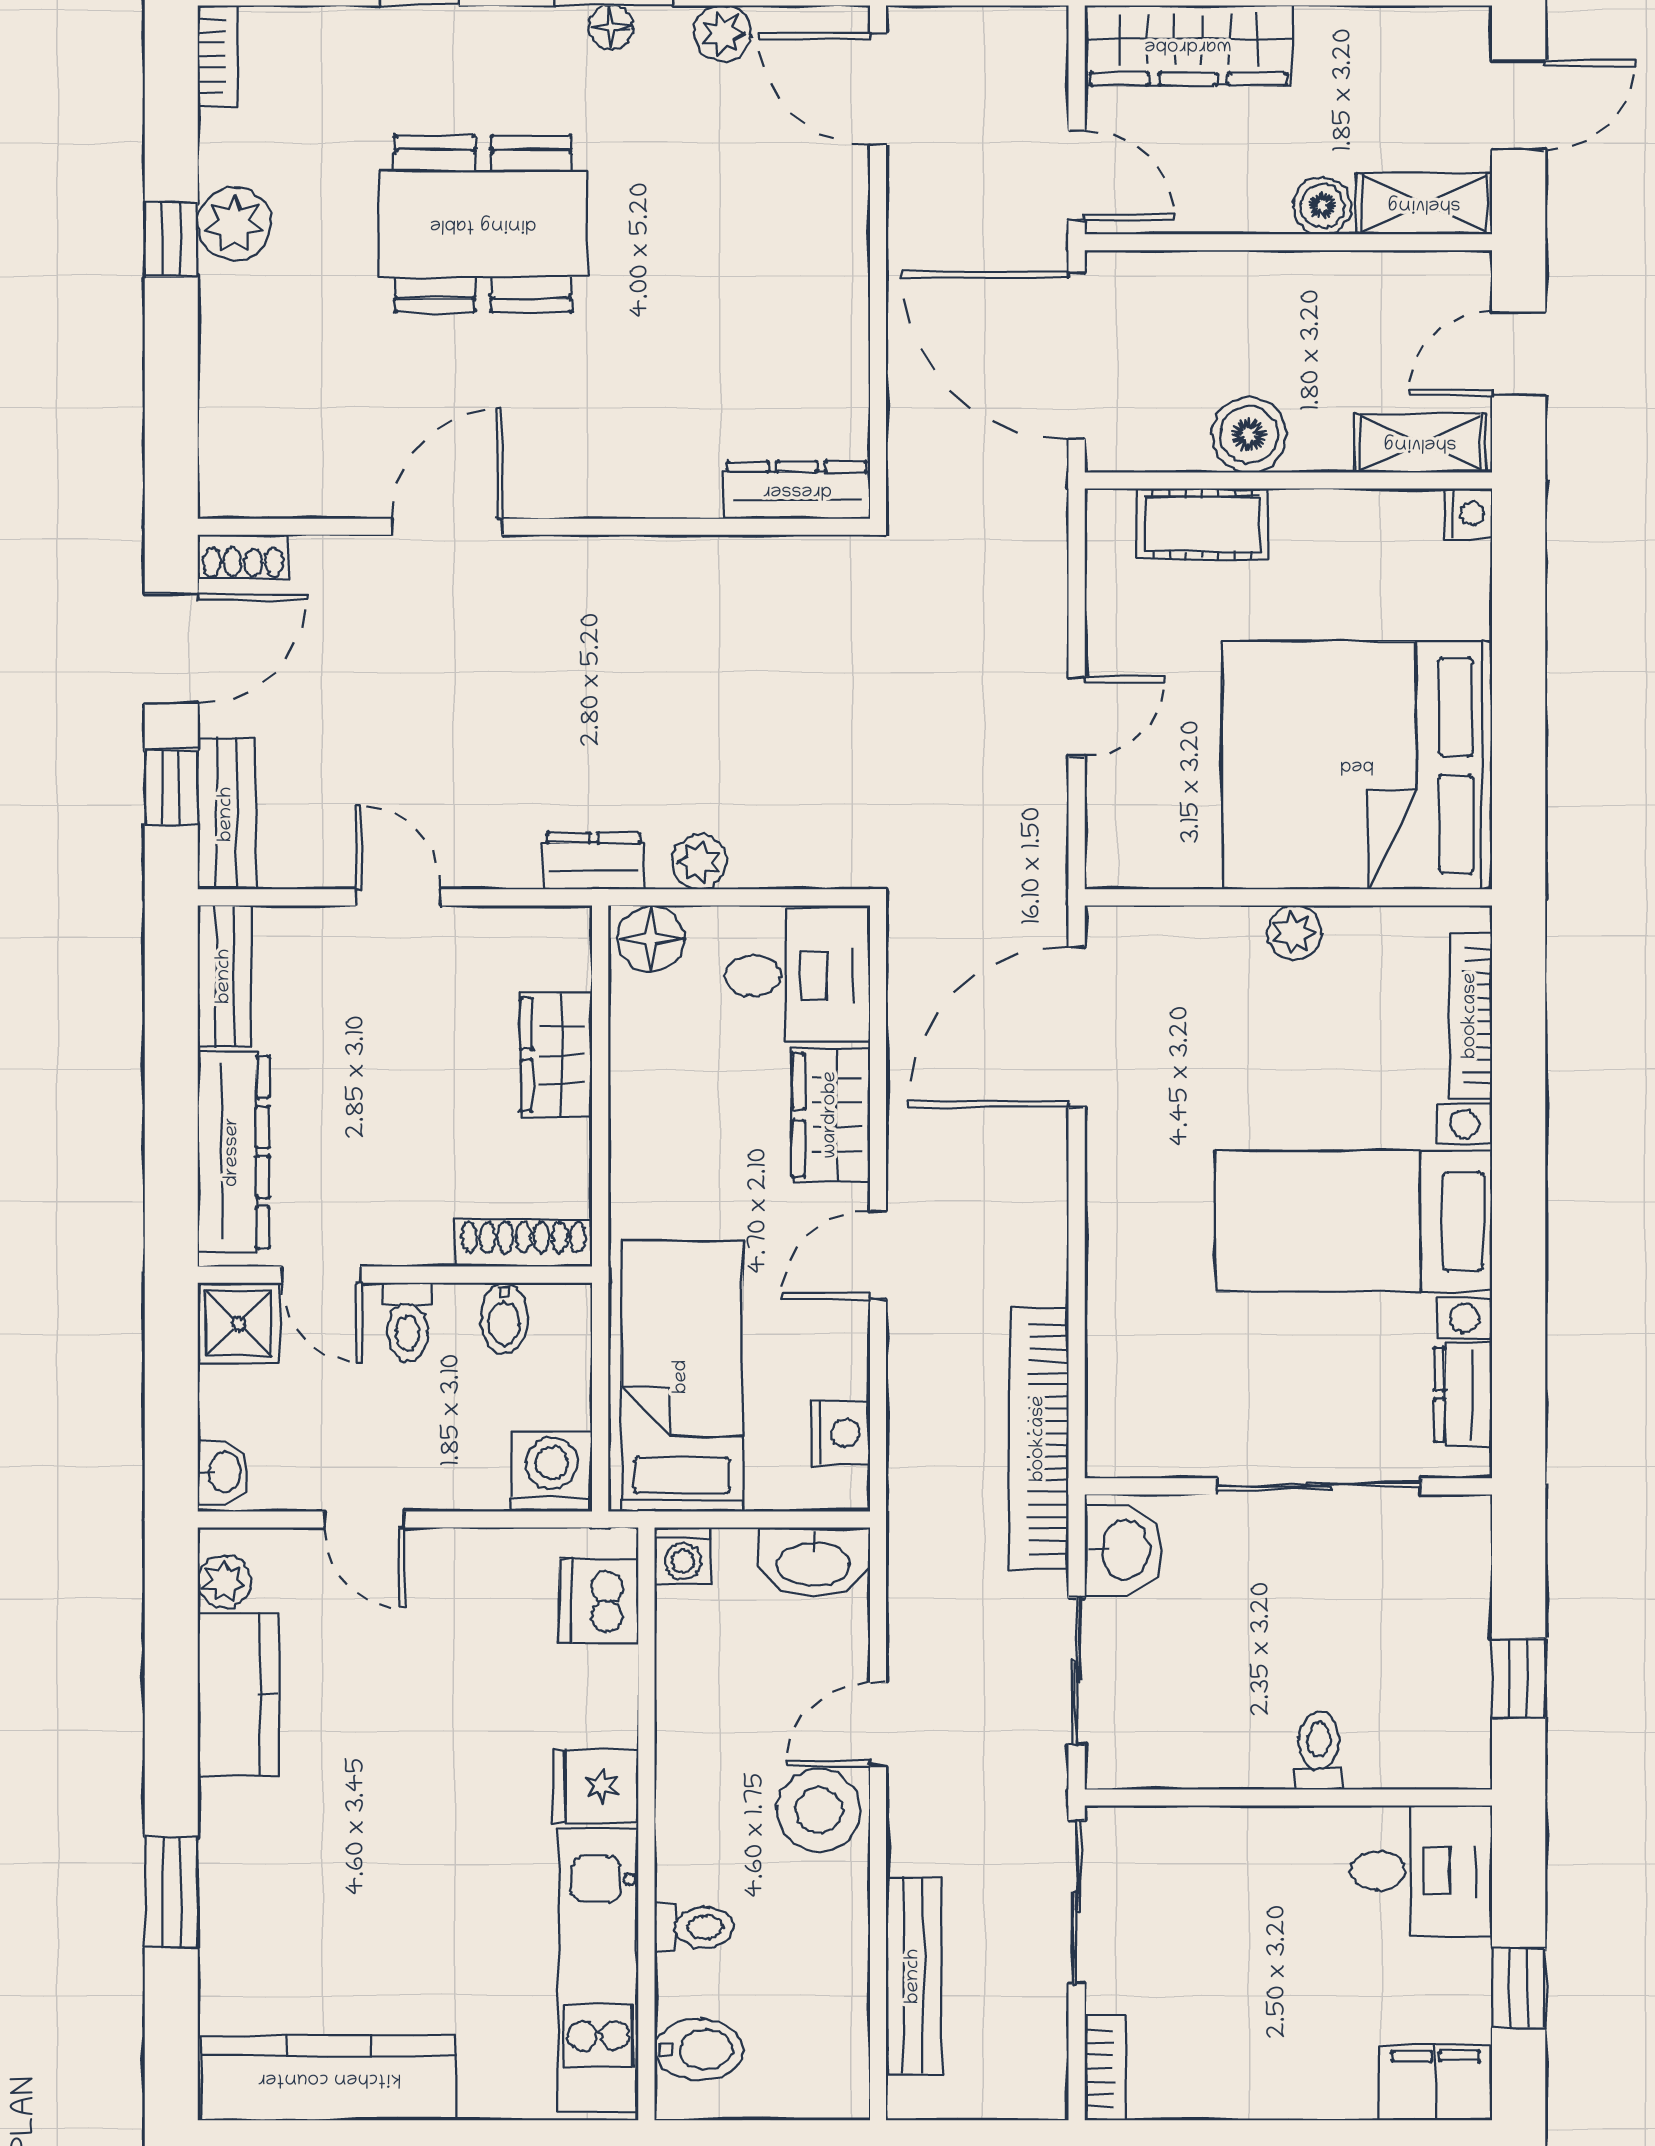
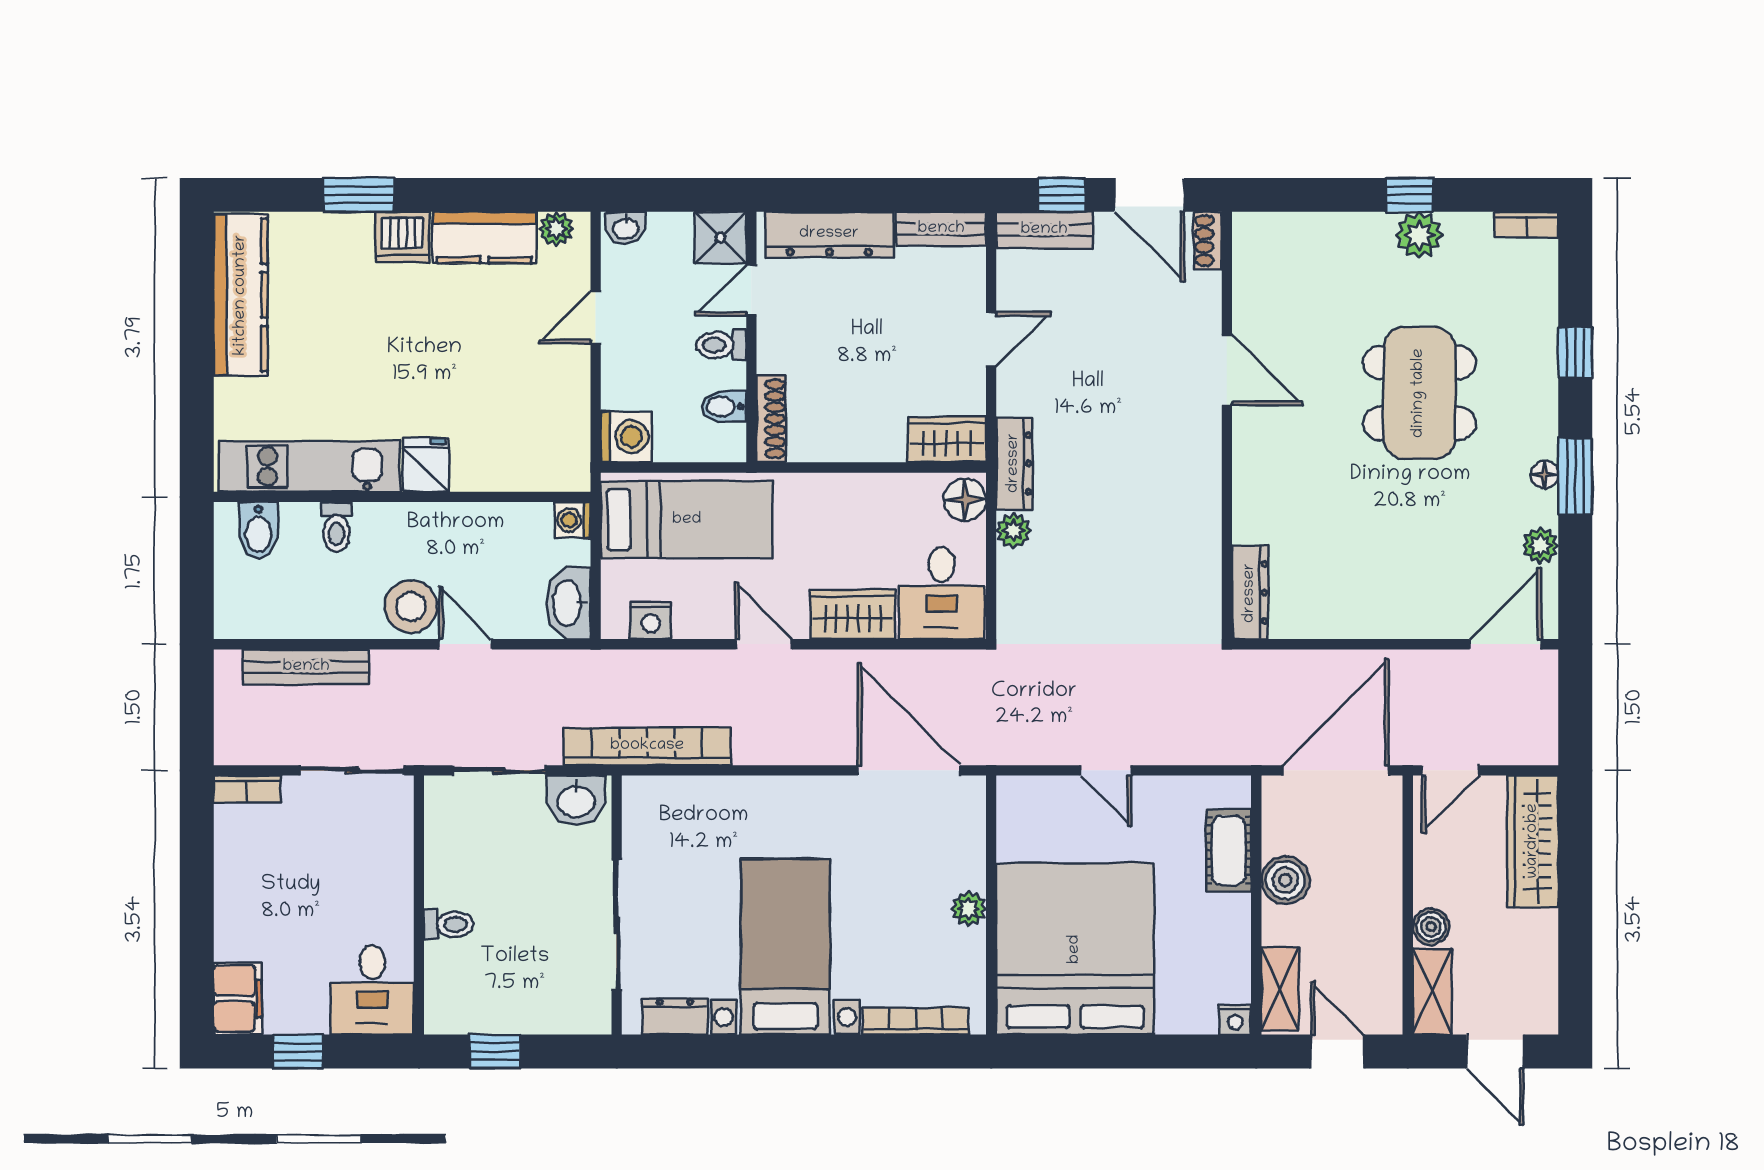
dresser: (594, 861) -> (1014, 463), width x1.44
wardrobe: (556, 1055) -> (947, 440), moved
dishwasher: (599, 1601) -> (403, 237), moved, turned 180

